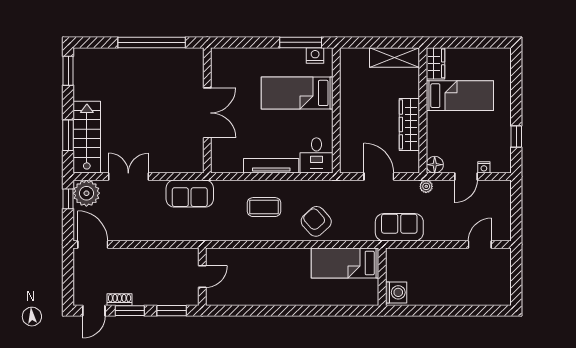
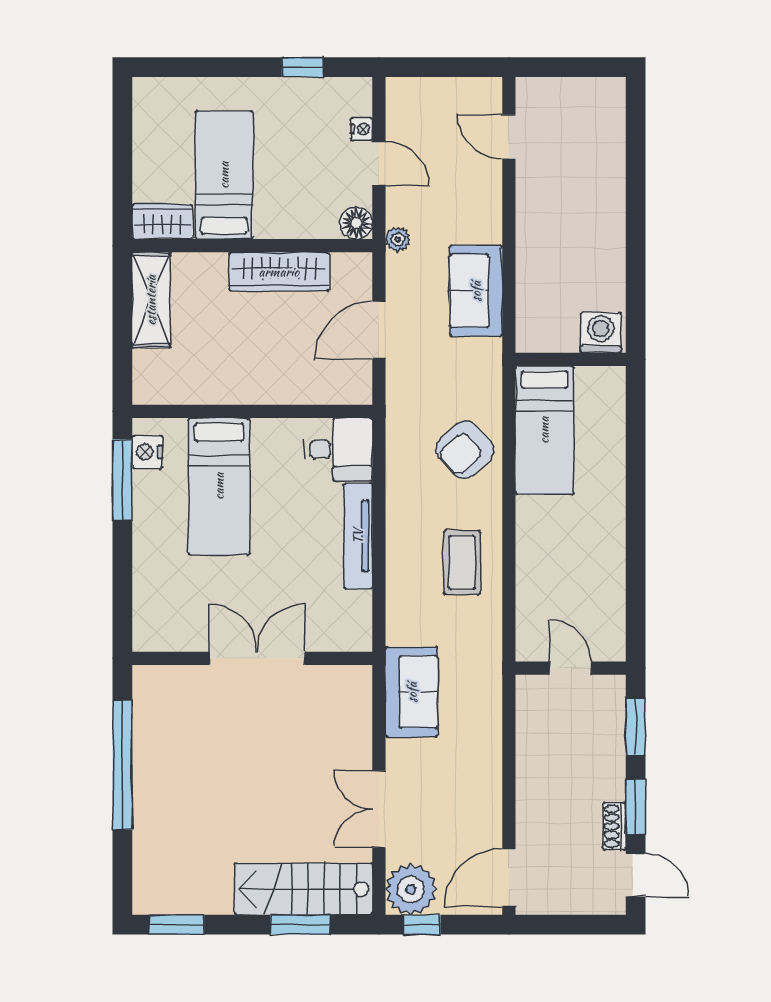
coffee table: (264, 207) -> (462, 562), moved
bed: (345, 263) -> (544, 430), moved
wall: (382, 277) -> (571, 359), moved
washing machine: (396, 292) -> (601, 333), moved

